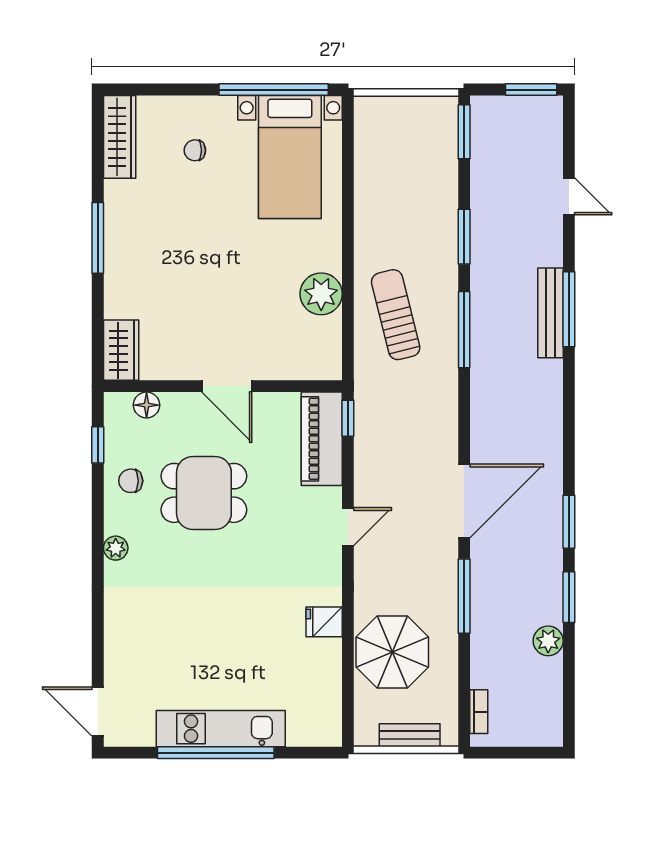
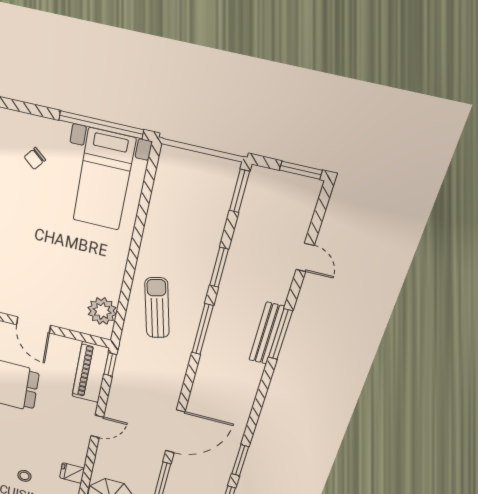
chair: (195, 150) -> (35, 158), turned -50
plant: (321, 294) -> (102, 311), moved
stool: (250, 651) -> (24, 476), added

